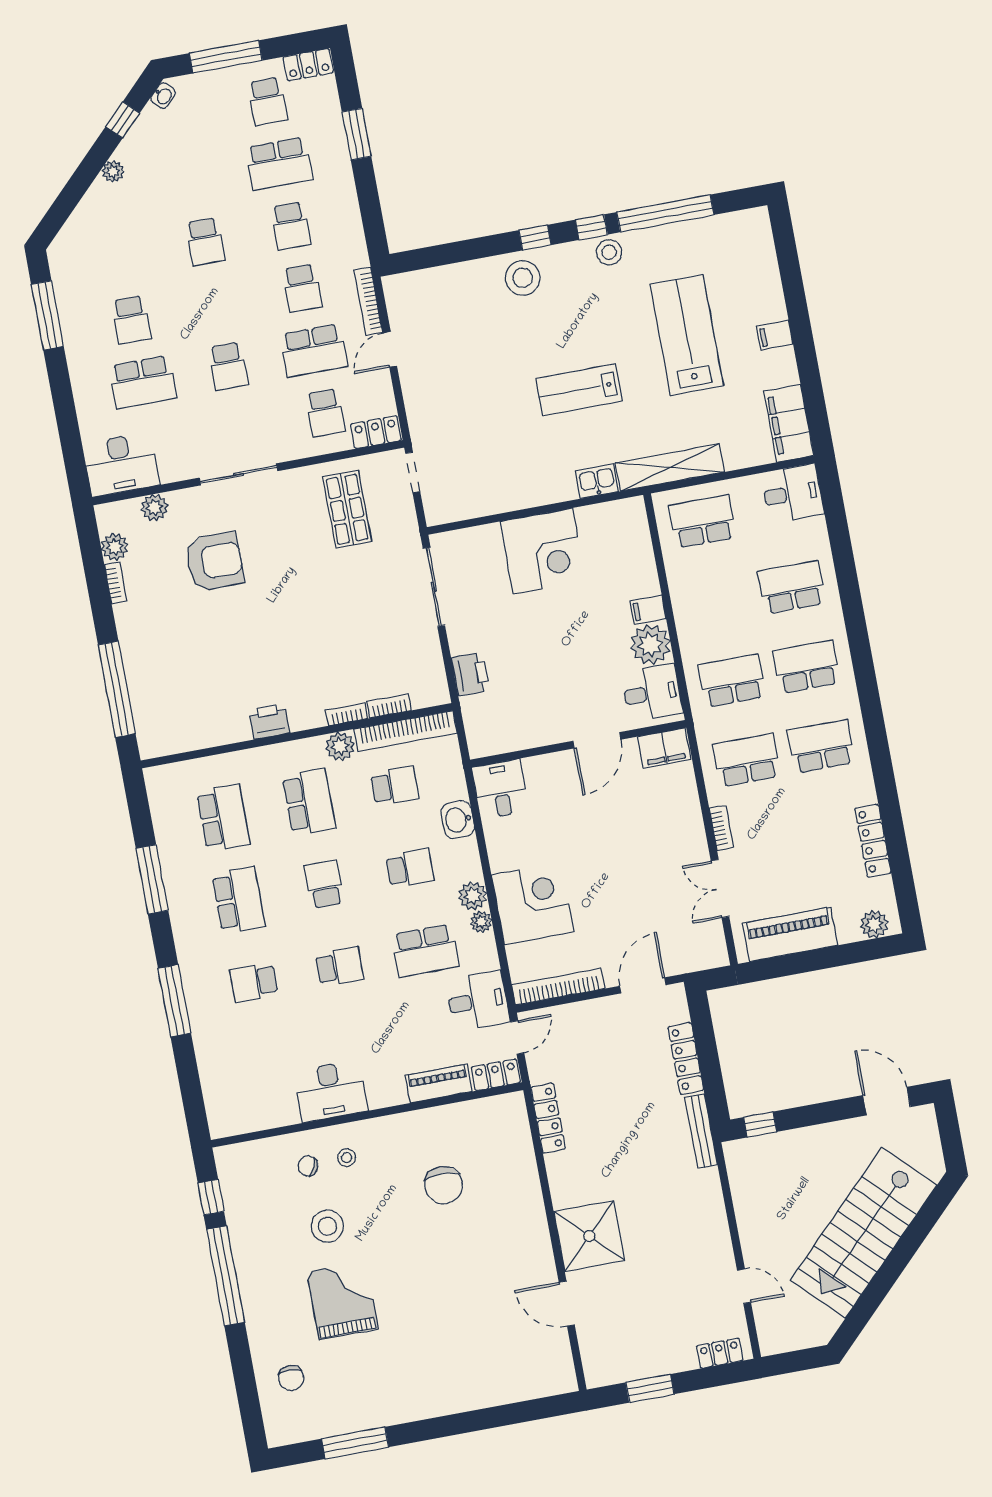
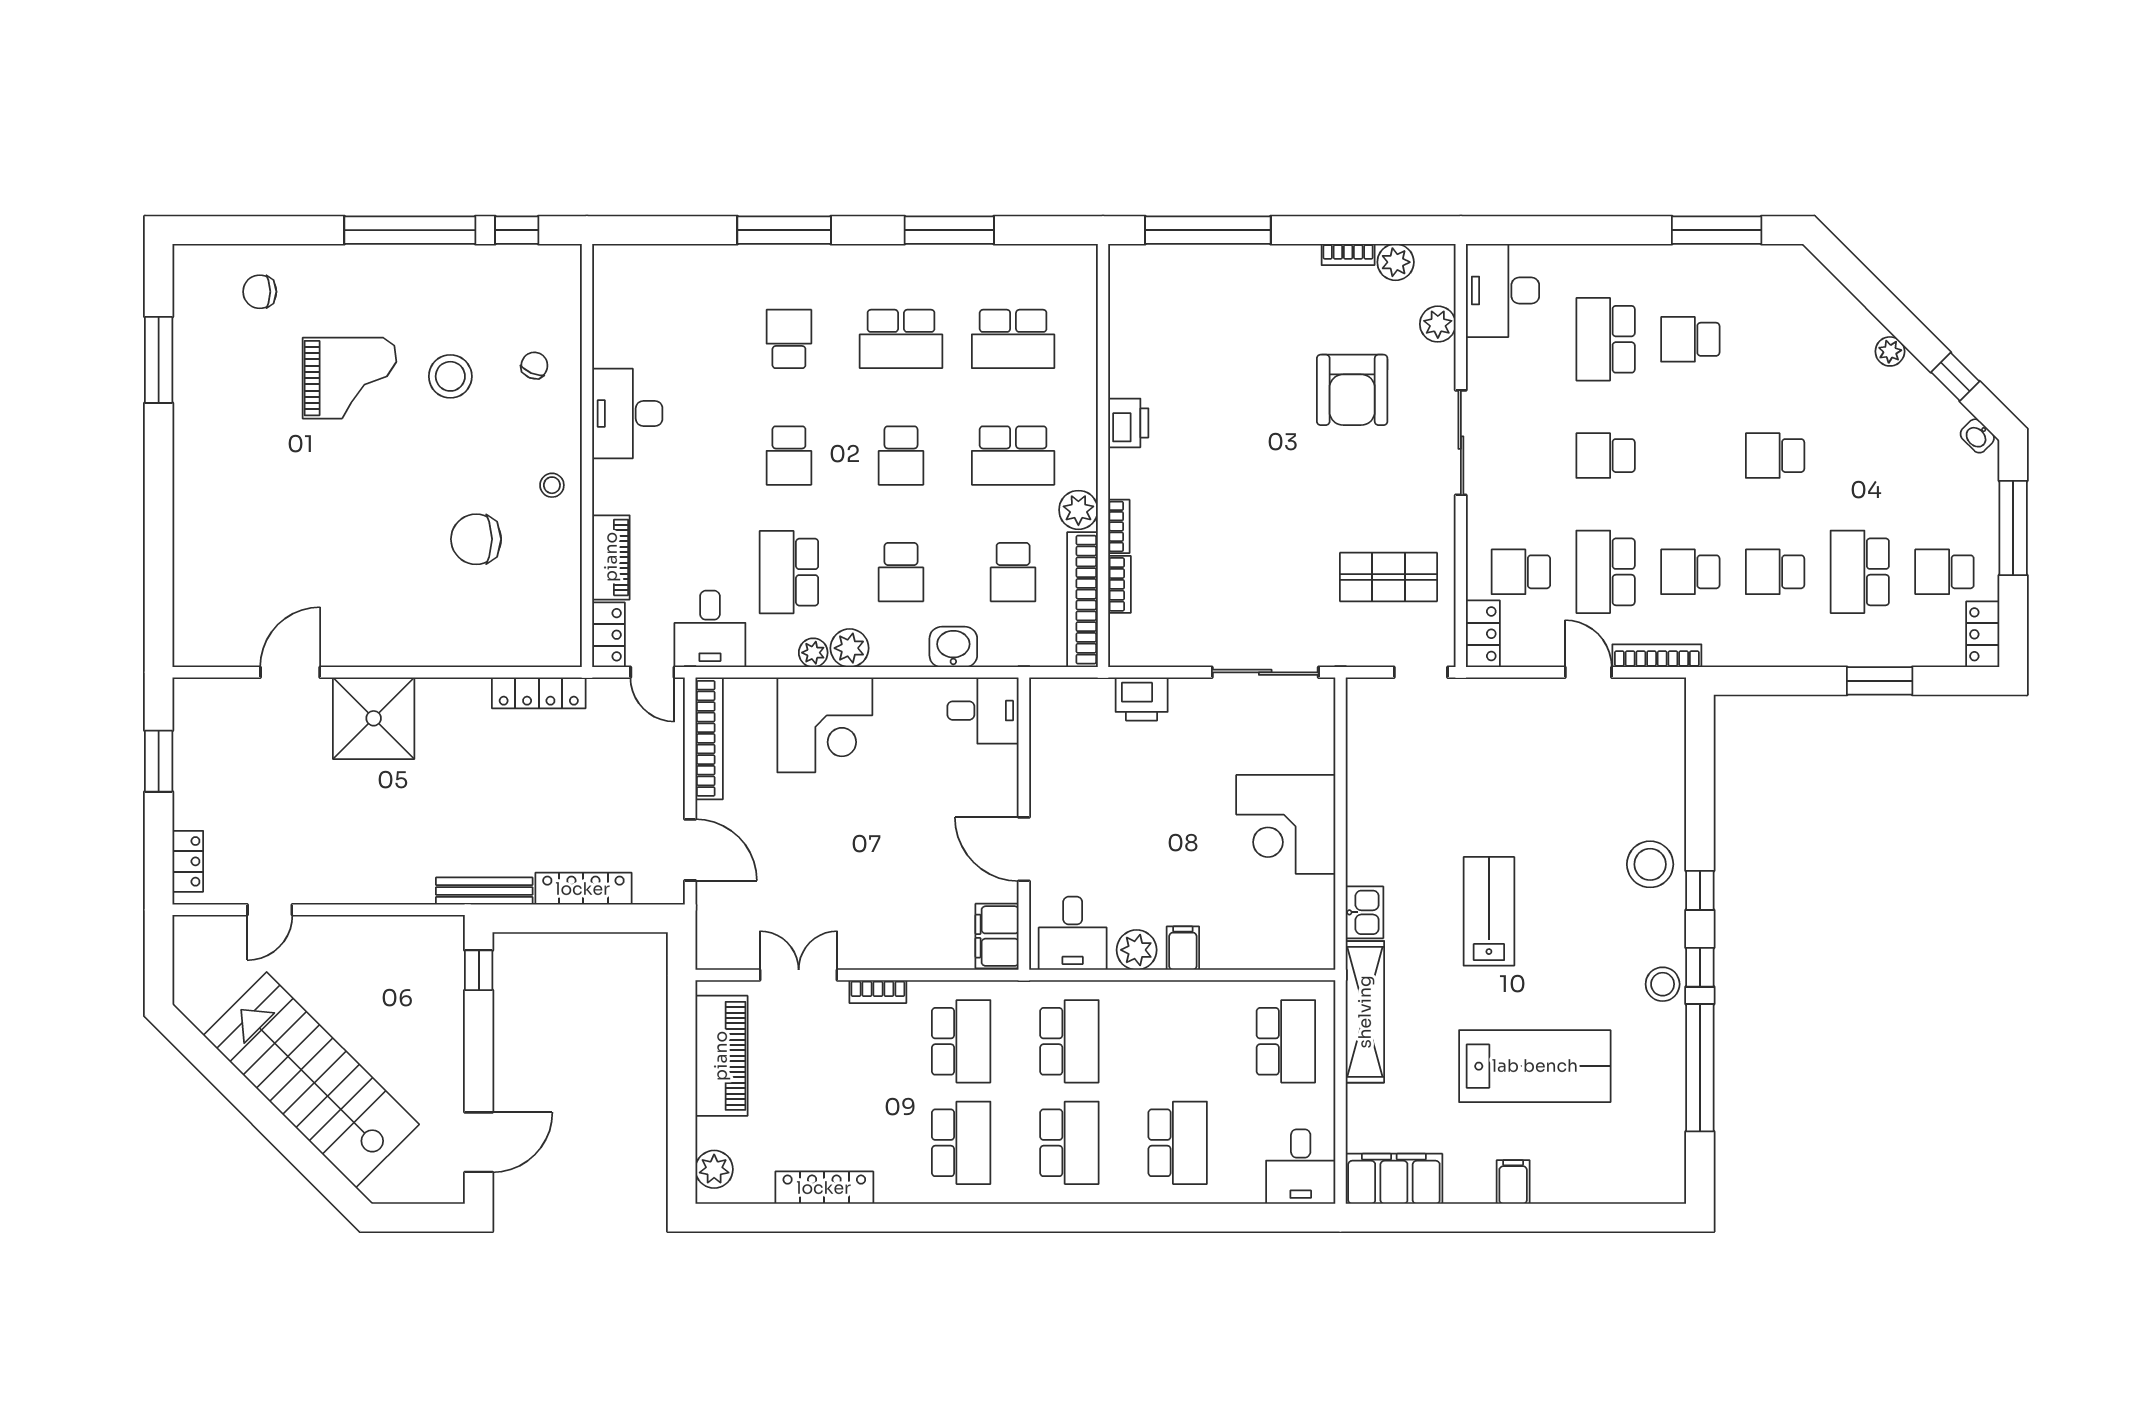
plant: (650, 645) -> (1137, 950), width x0.73, depth x0.73
school desk: (324, 884) -> (901, 456), turned 90
stool: (347, 1158) -> (552, 485), moved

